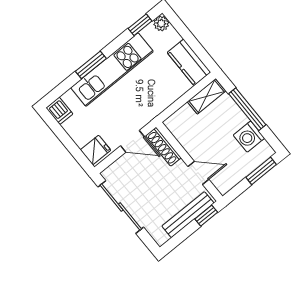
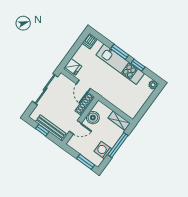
window: (140, 25) -> (138, 65), moved
kitchen counter: (189, 62) -> (135, 106), removed
boiler: (190, 139) -> (93, 118), added
door: (198, 173) -> (75, 127), hinge flipped
window: (206, 216) -> (42, 130), moved

